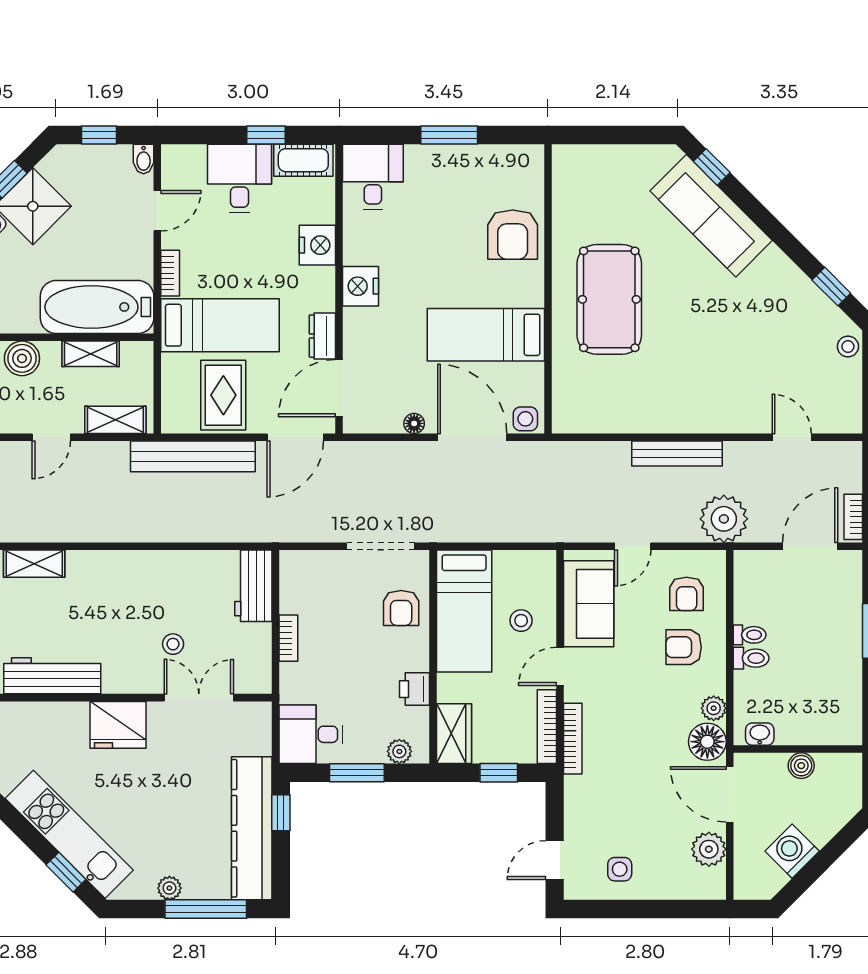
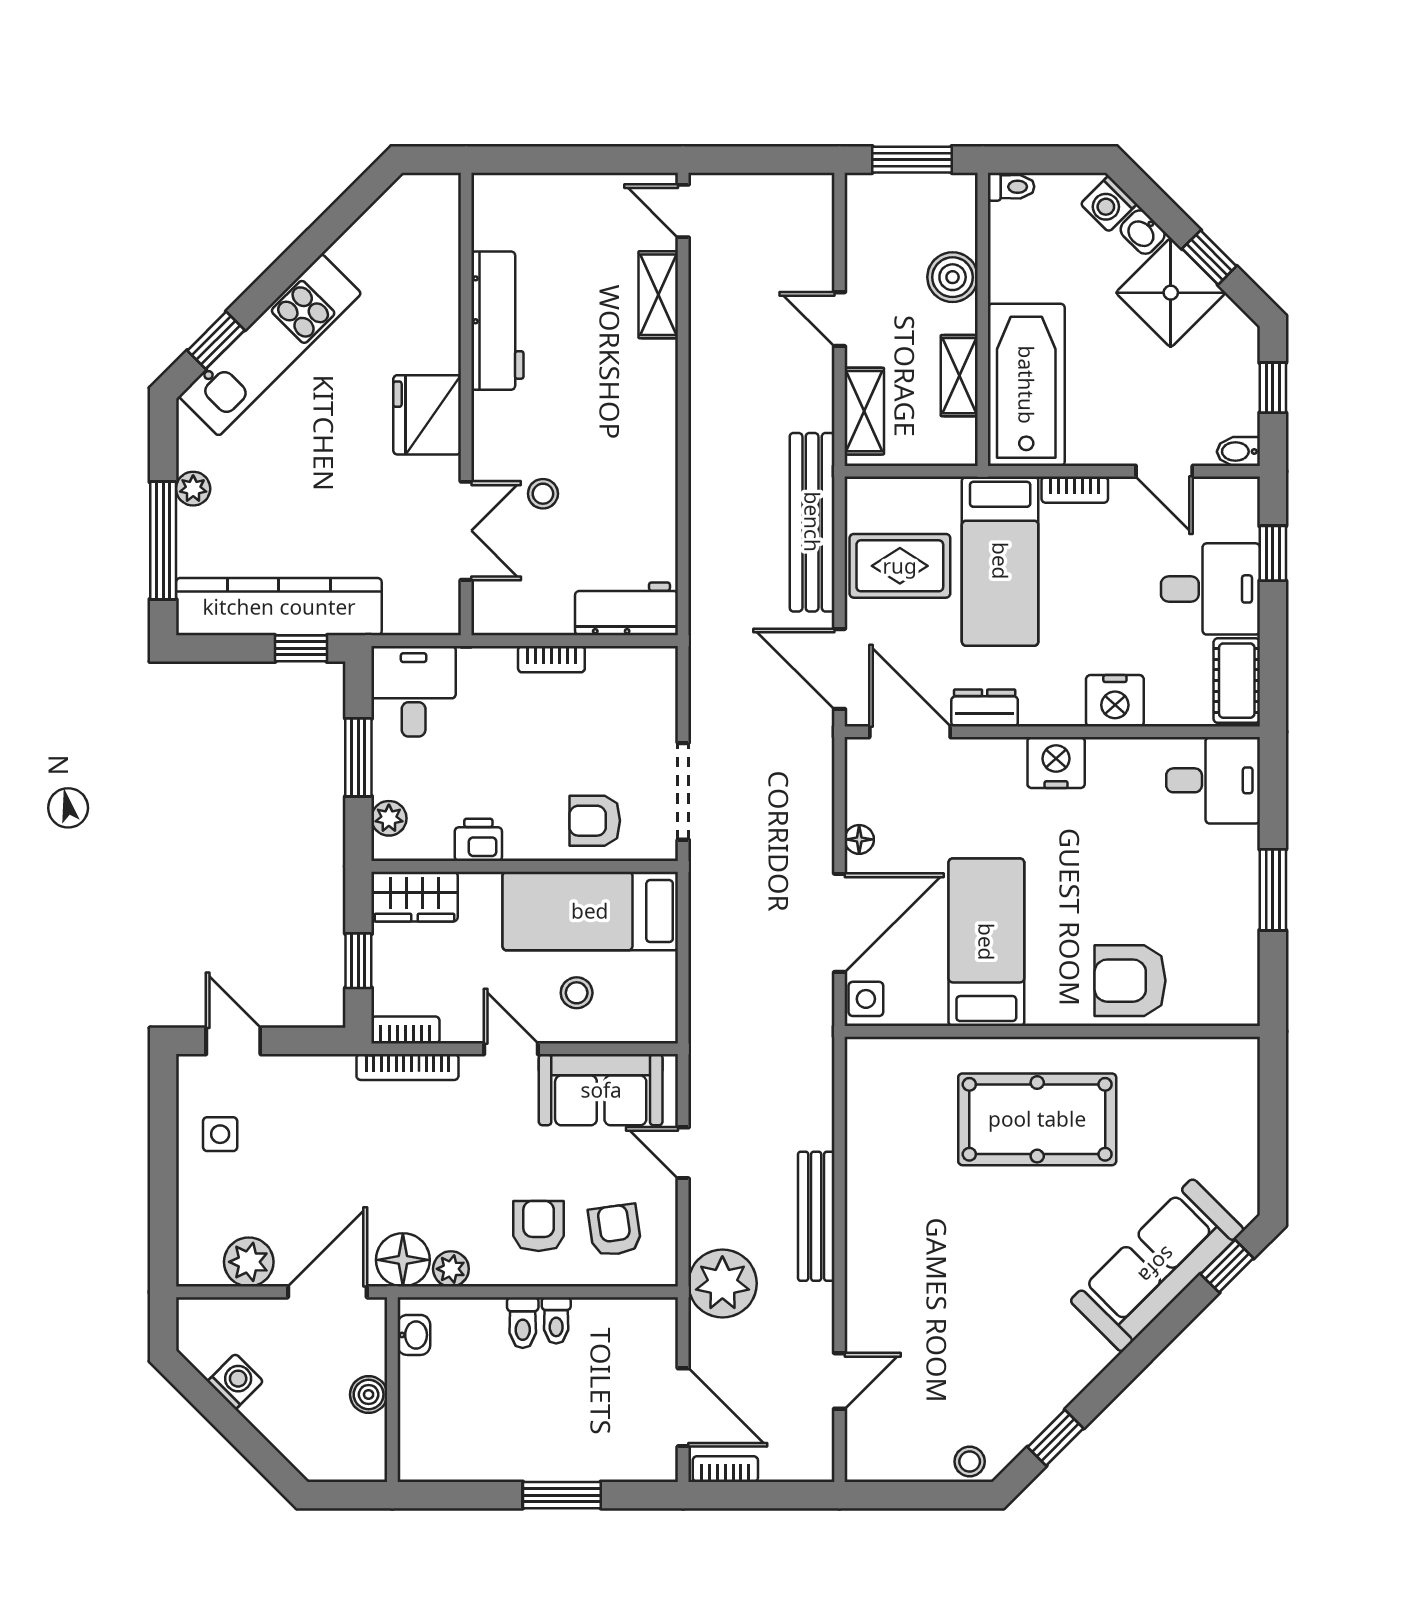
window: (266, 135) -> (1273, 553), moved
armchair: (687, 594) -> (615, 1230), turned 82
bookcase: (547, 727) -> (405, 1030), width x0.64
washing machine: (792, 851) -> (235, 1381), width x0.73, depth x0.73

